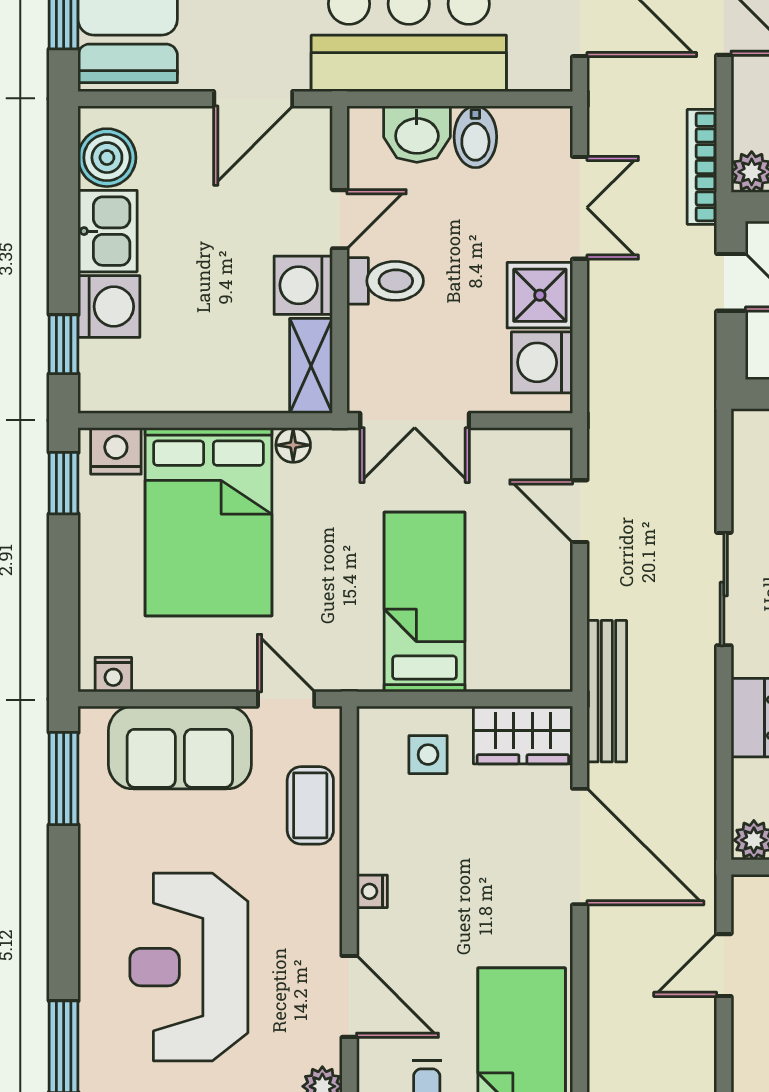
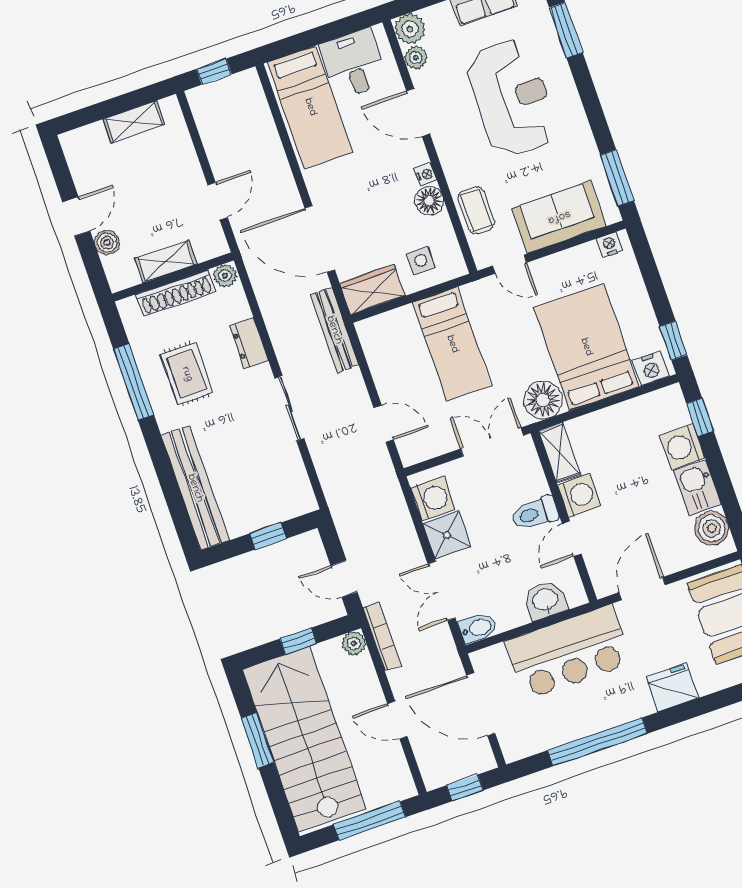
bidet: (475, 137) -> (478, 628), moved, turned 90
floor lamp: (293, 445) -> (543, 400), width x1.89, depth x1.89
floor lamp: (381, 847) -> (429, 201), added

